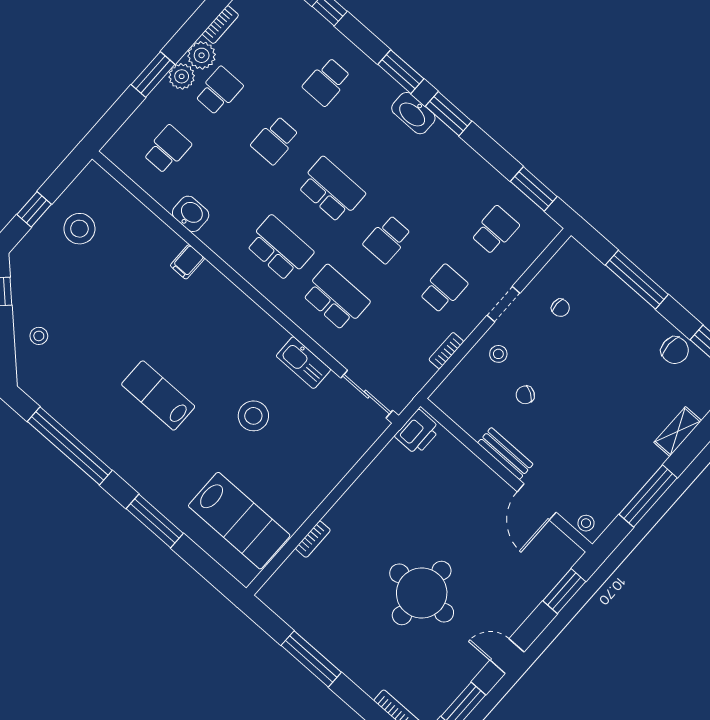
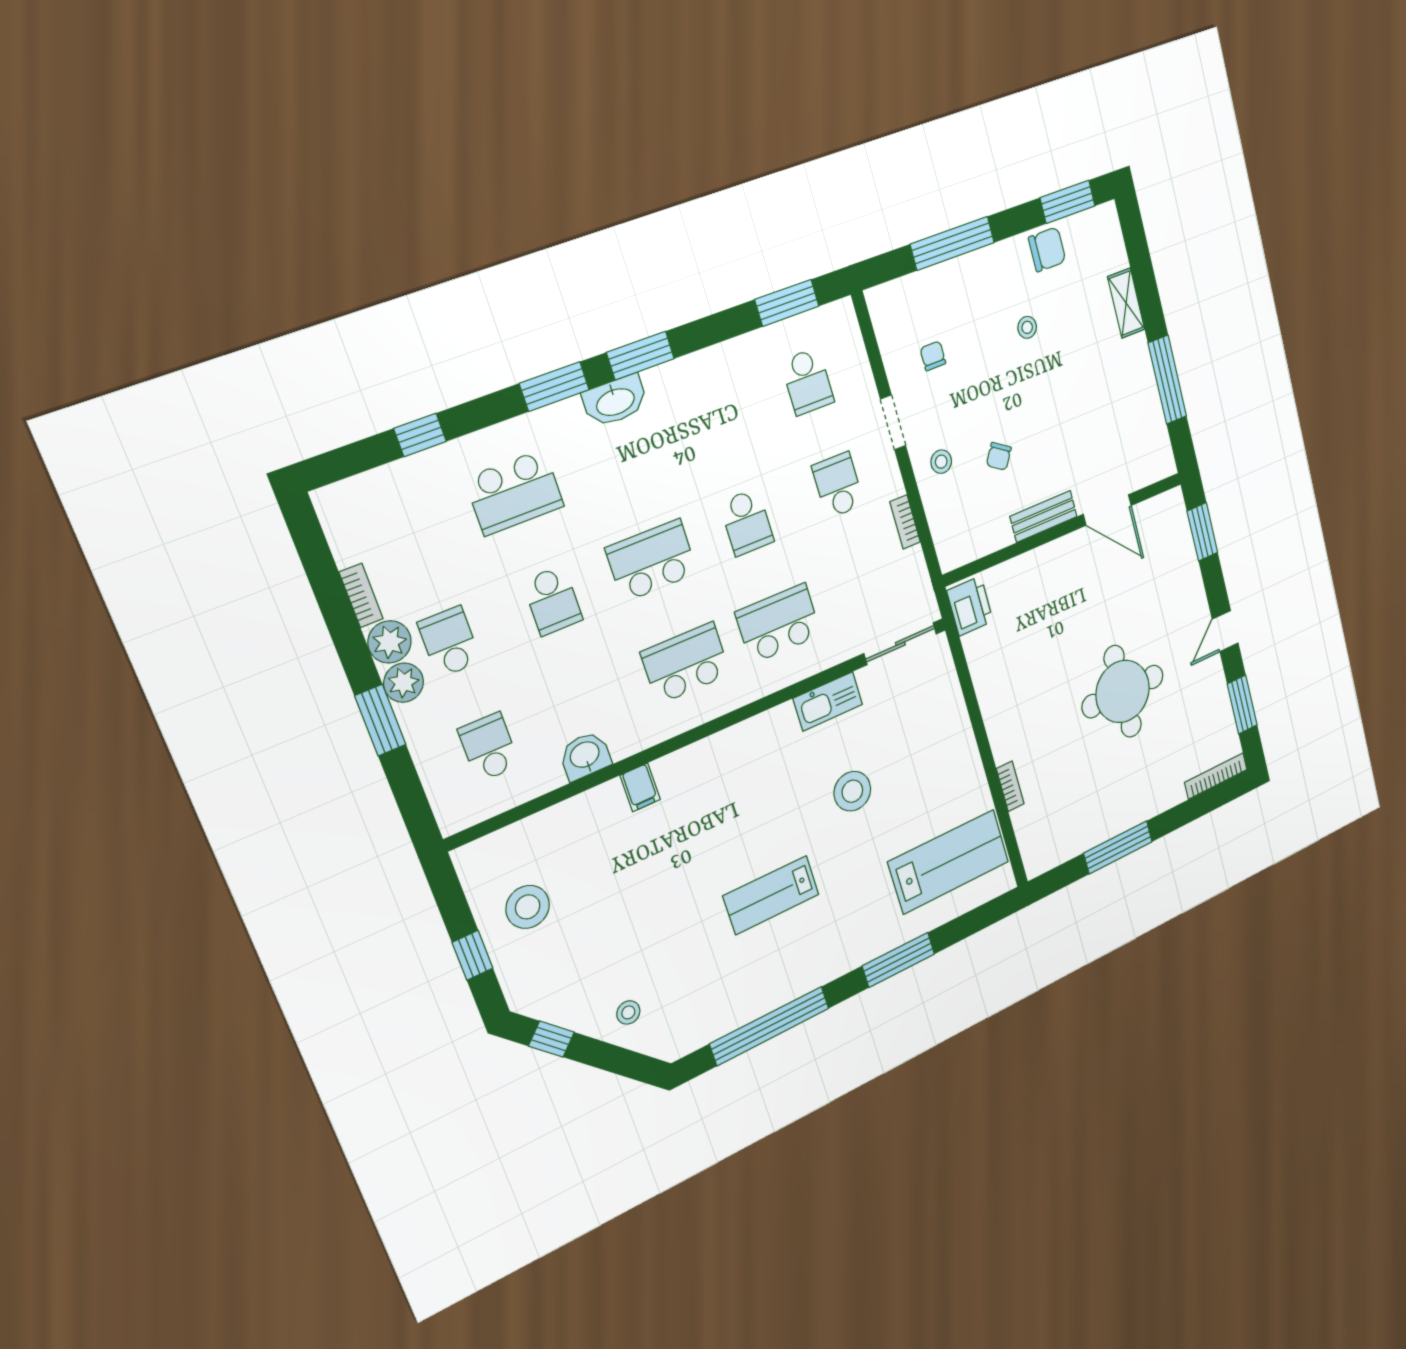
school desk: (327, 82) -> (514, 492), width x1.85
school desk: (495, 230) -> (807, 381), turned 180
chair: (560, 308) -> (933, 356), turned -90
stool: (586, 523) -> (1027, 327), moved

